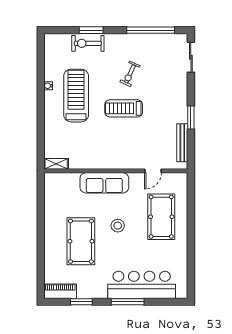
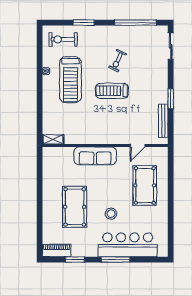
exercise bike: (88, 43) -> (63, 39), moved
treadmill: (76, 96) -> (70, 80), turned 180
stool: (118, 226) -> (111, 214), moved

